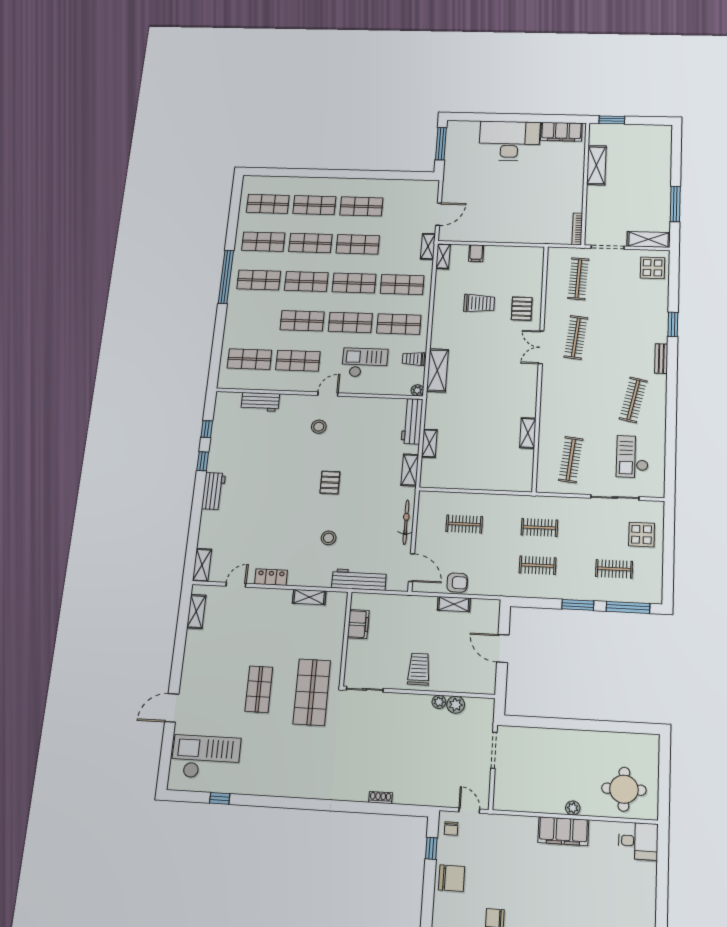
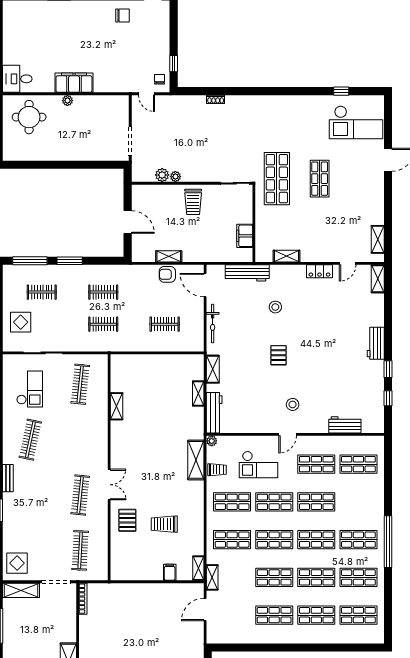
chair: (452, 878) -> (157, 43), removed

